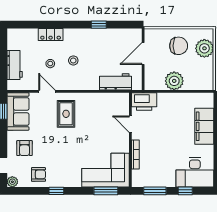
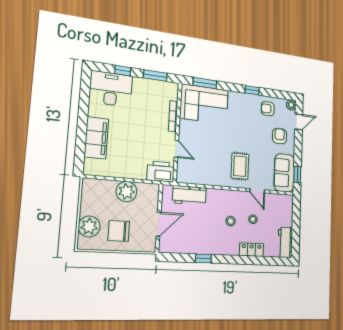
workbench: (15, 65) -> (285, 242), moved

